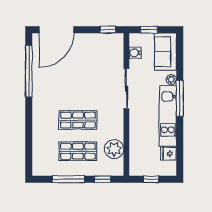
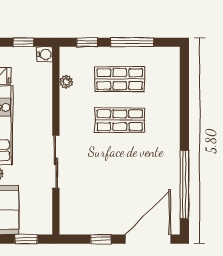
window: (108, 30) -> (101, 239), moved
water cooler: (135, 53) -> (44, 54), moved
plant: (114, 149) -> (66, 82), width x0.53, depth x0.53

